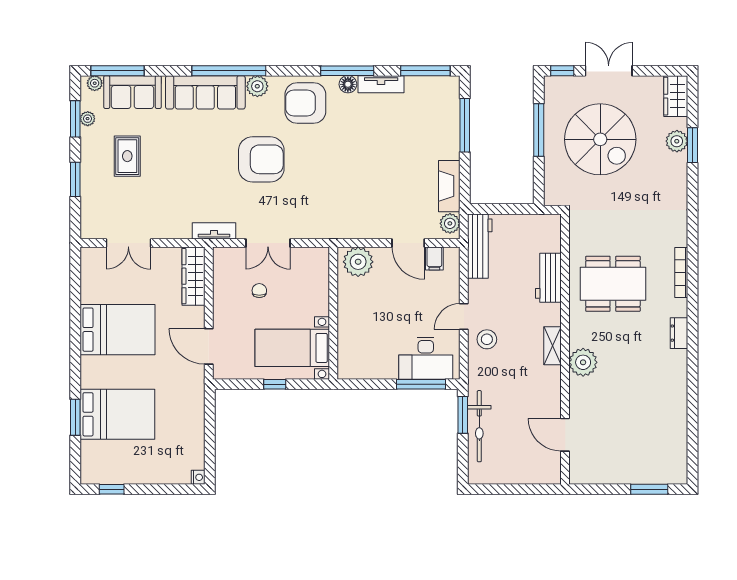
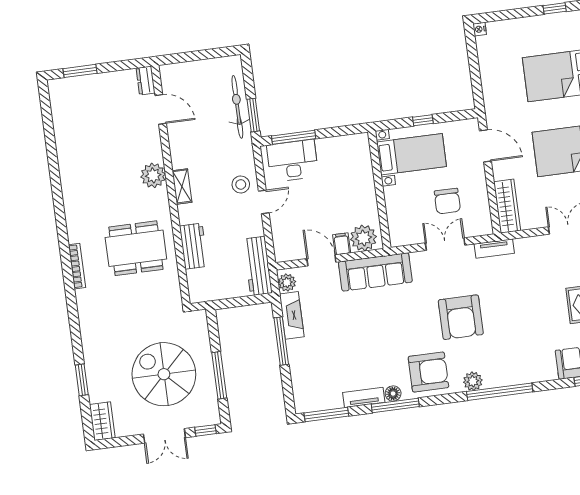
sofa: (205, 92) -> (375, 272), moved, turned 180
window: (465, 125) -> (281, 341), moved
plant: (677, 141) -> (96, 381), removed
armchair: (261, 159) -> (461, 317), turned -90
filing cabinet: (434, 258) -> (342, 244), moved
chair: (259, 291) -> (447, 201), width x1.87, depth x1.87
dresser: (679, 333) -> (146, 81), moved, turned 180

